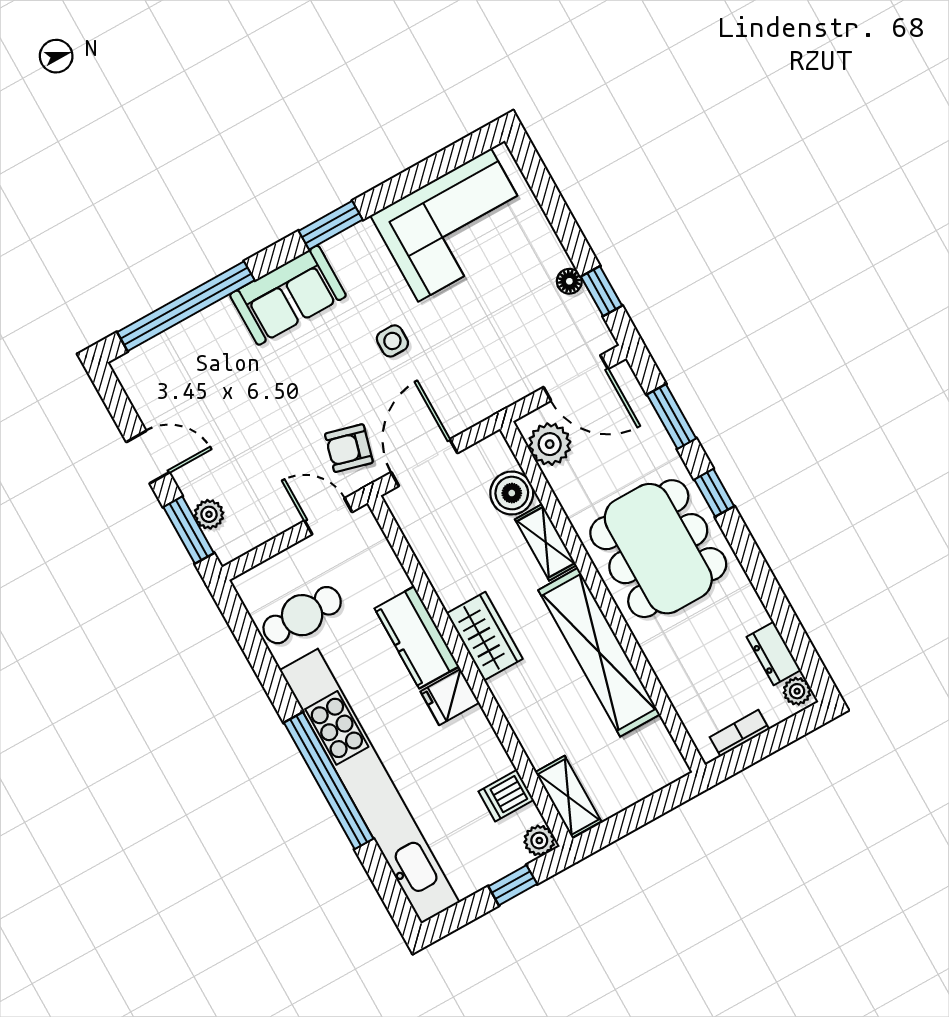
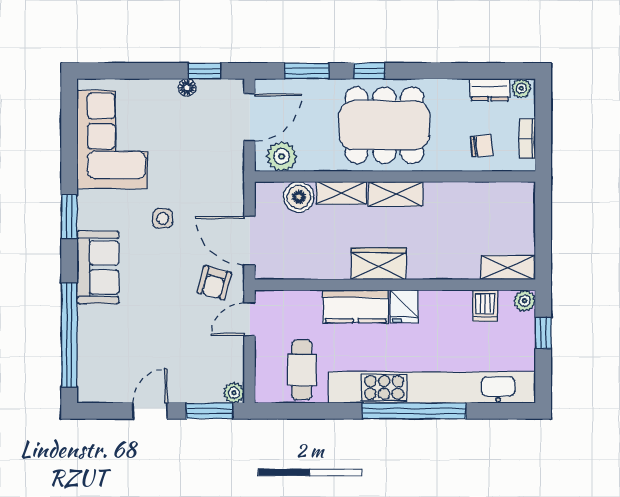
plant: (209, 514) -> (234, 393), moved
shelving: (599, 652) -> (396, 194), width x0.45, depth x0.75
chair: (699, 682) -> (482, 146), added

